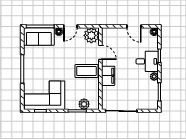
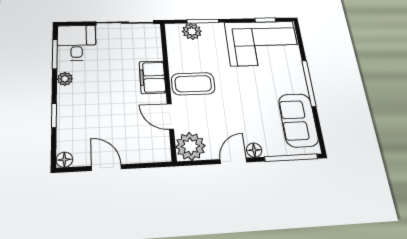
sofa: (39, 37) -> (298, 120), moved, turned -90
desk: (147, 61) -> (77, 43), moved, turned 90

